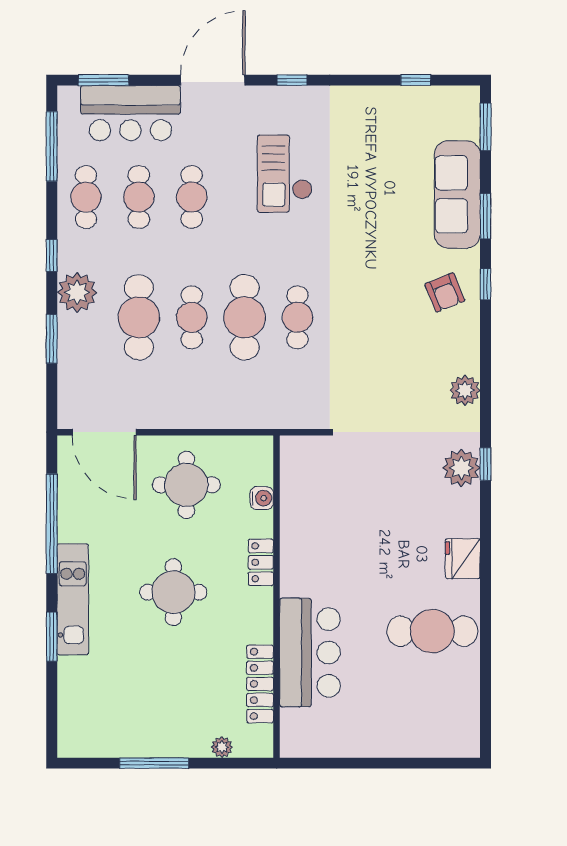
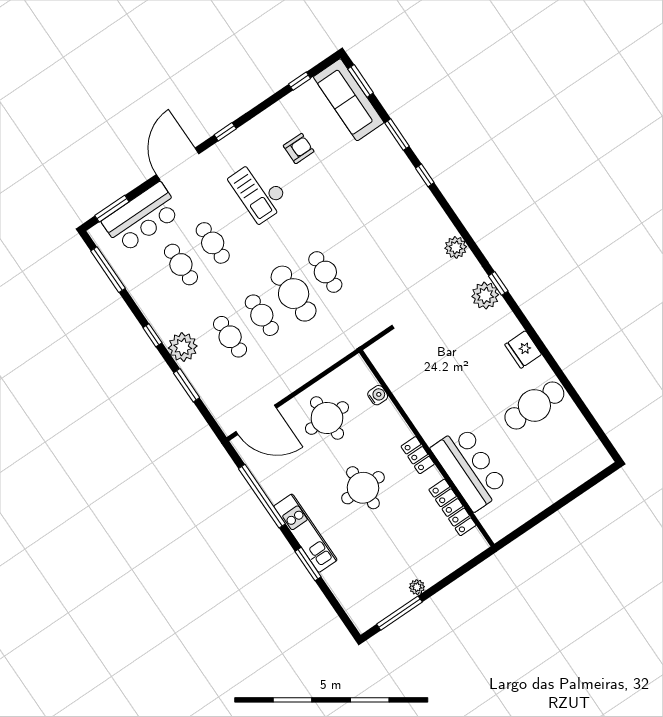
sofa: (457, 194) -> (349, 100), moved
cafe table: (86, 197) -> (149, 286), removed
armchair: (445, 292) -> (299, 149), moved, turned -68
cafe table: (139, 317) -> (230, 337), width x0.73, depth x0.74
locker: (261, 562) -> (418, 455), moved
plant: (222, 747) -> (417, 587), moved
window: (154, 763) -> (399, 613), moved

